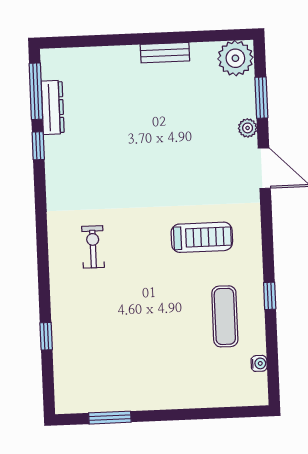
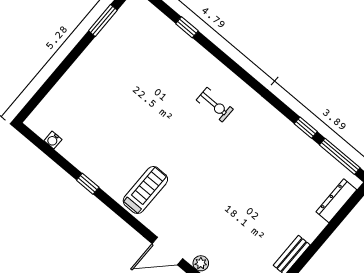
dresser: (53, 107) -> (336, 201), moved, turned 90
treadmill: (202, 237) -> (145, 190), moved, turned 180
exercise mat: (225, 316) -> (100, 145), removed

